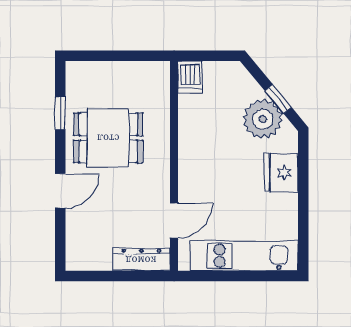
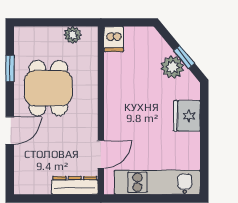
plant: (139, 72) -> (73, 35), added
plant: (263, 119) -> (172, 67), width x0.73, depth x0.73
dining table: (108, 138) -> (48, 88), turned 90

